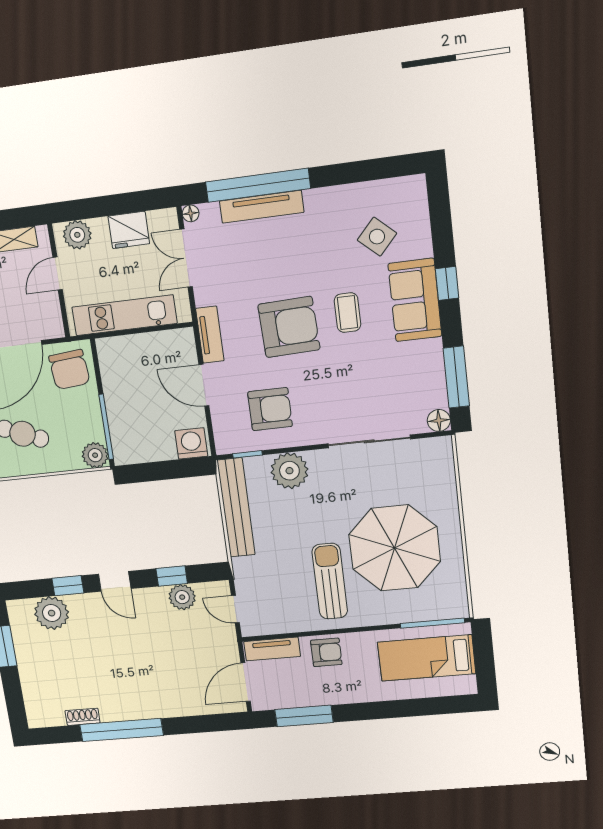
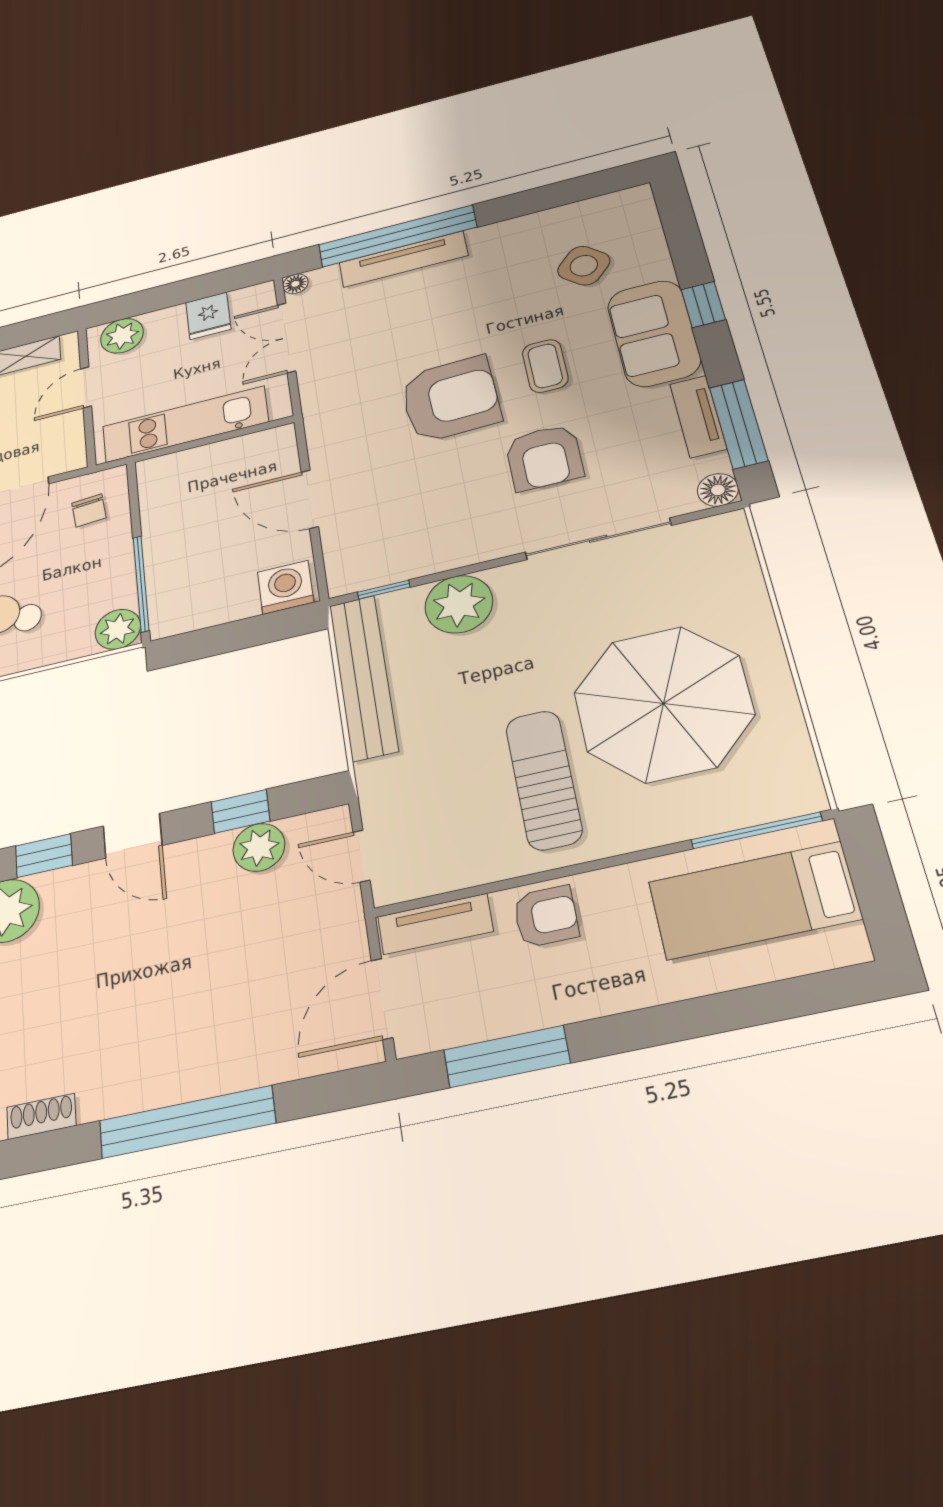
fridge: (129, 230) -> (208, 316), width x0.72
tv unit: (210, 335) -> (698, 416), moved, turned 180
chair: (69, 370) -> (89, 510), width x0.54, depth x0.54
armchair: (270, 409) -> (544, 457), moved, turned 90
window: (122, 730) -> (187, 1122), moved

